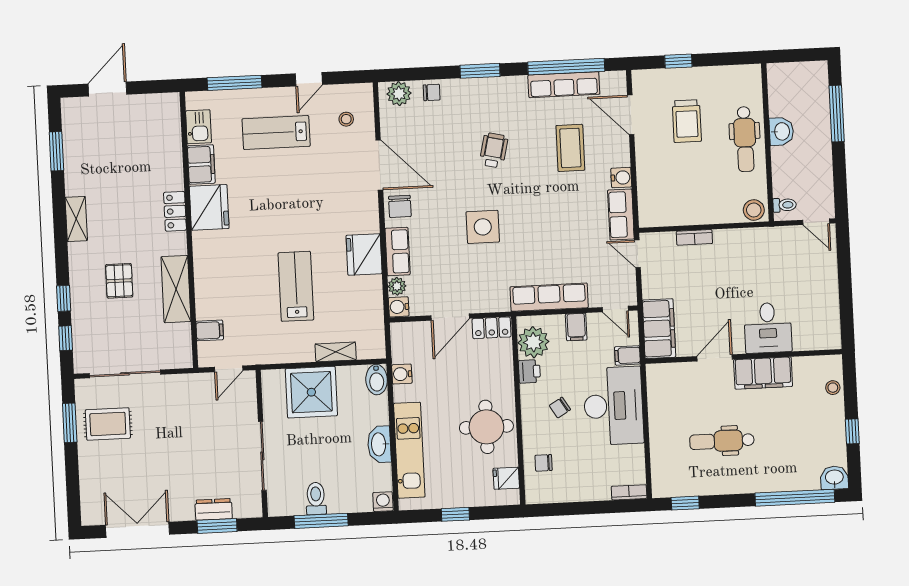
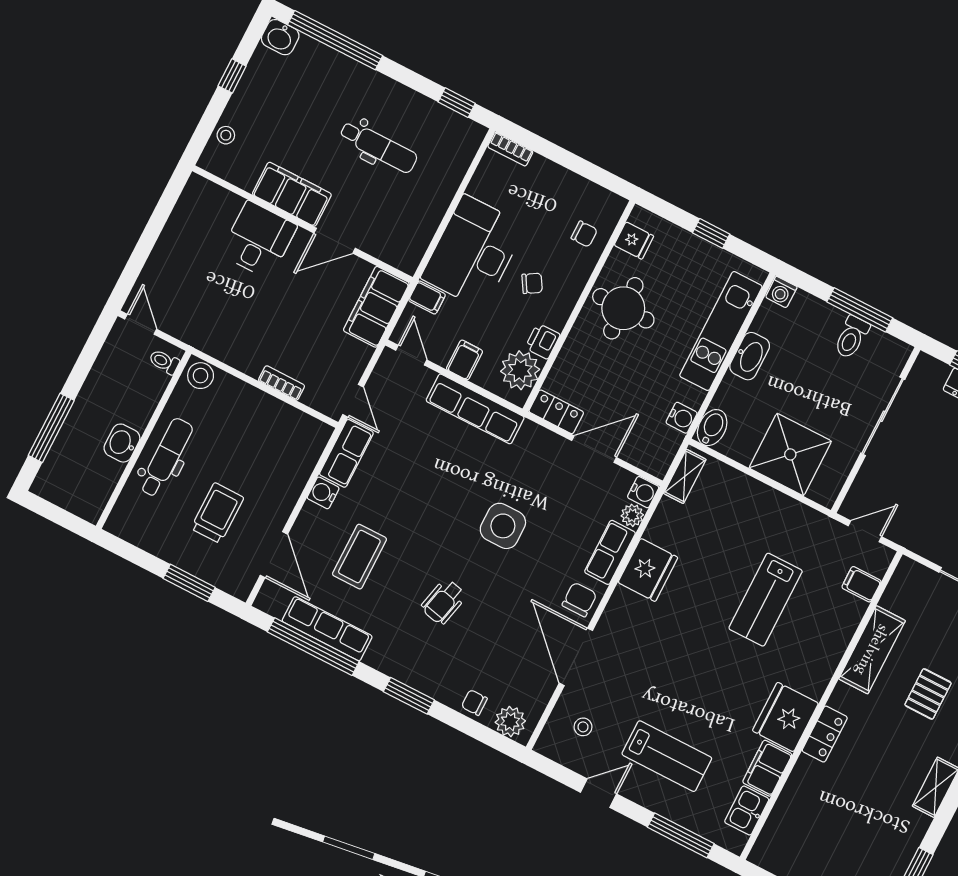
window: (678, 61) -> (189, 583), width x1.50
lab bench: (296, 286) -> (766, 600), moved
shelving: (336, 352) -> (685, 476), moved, turned 90

